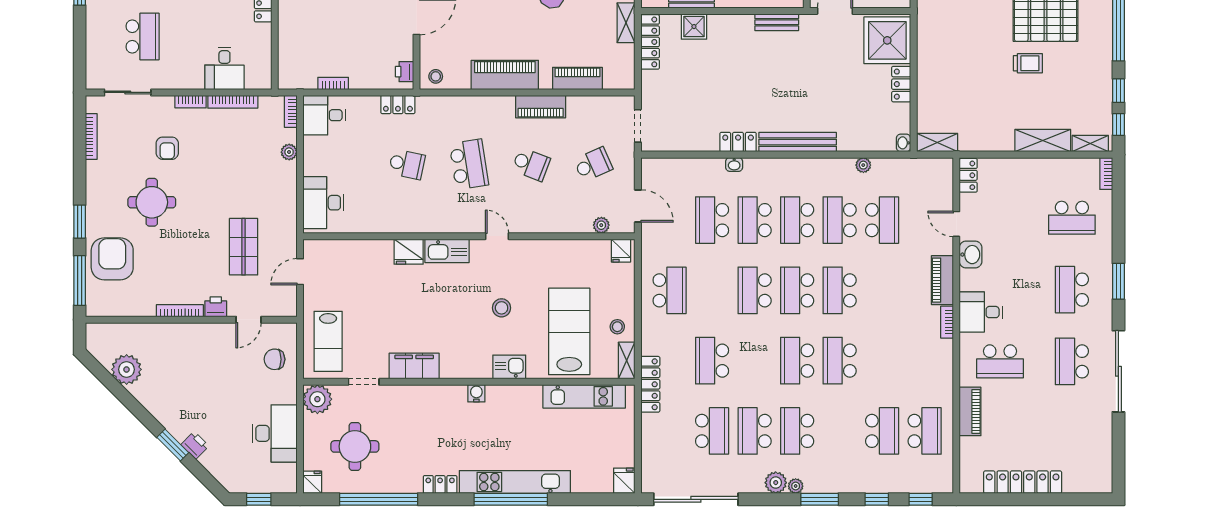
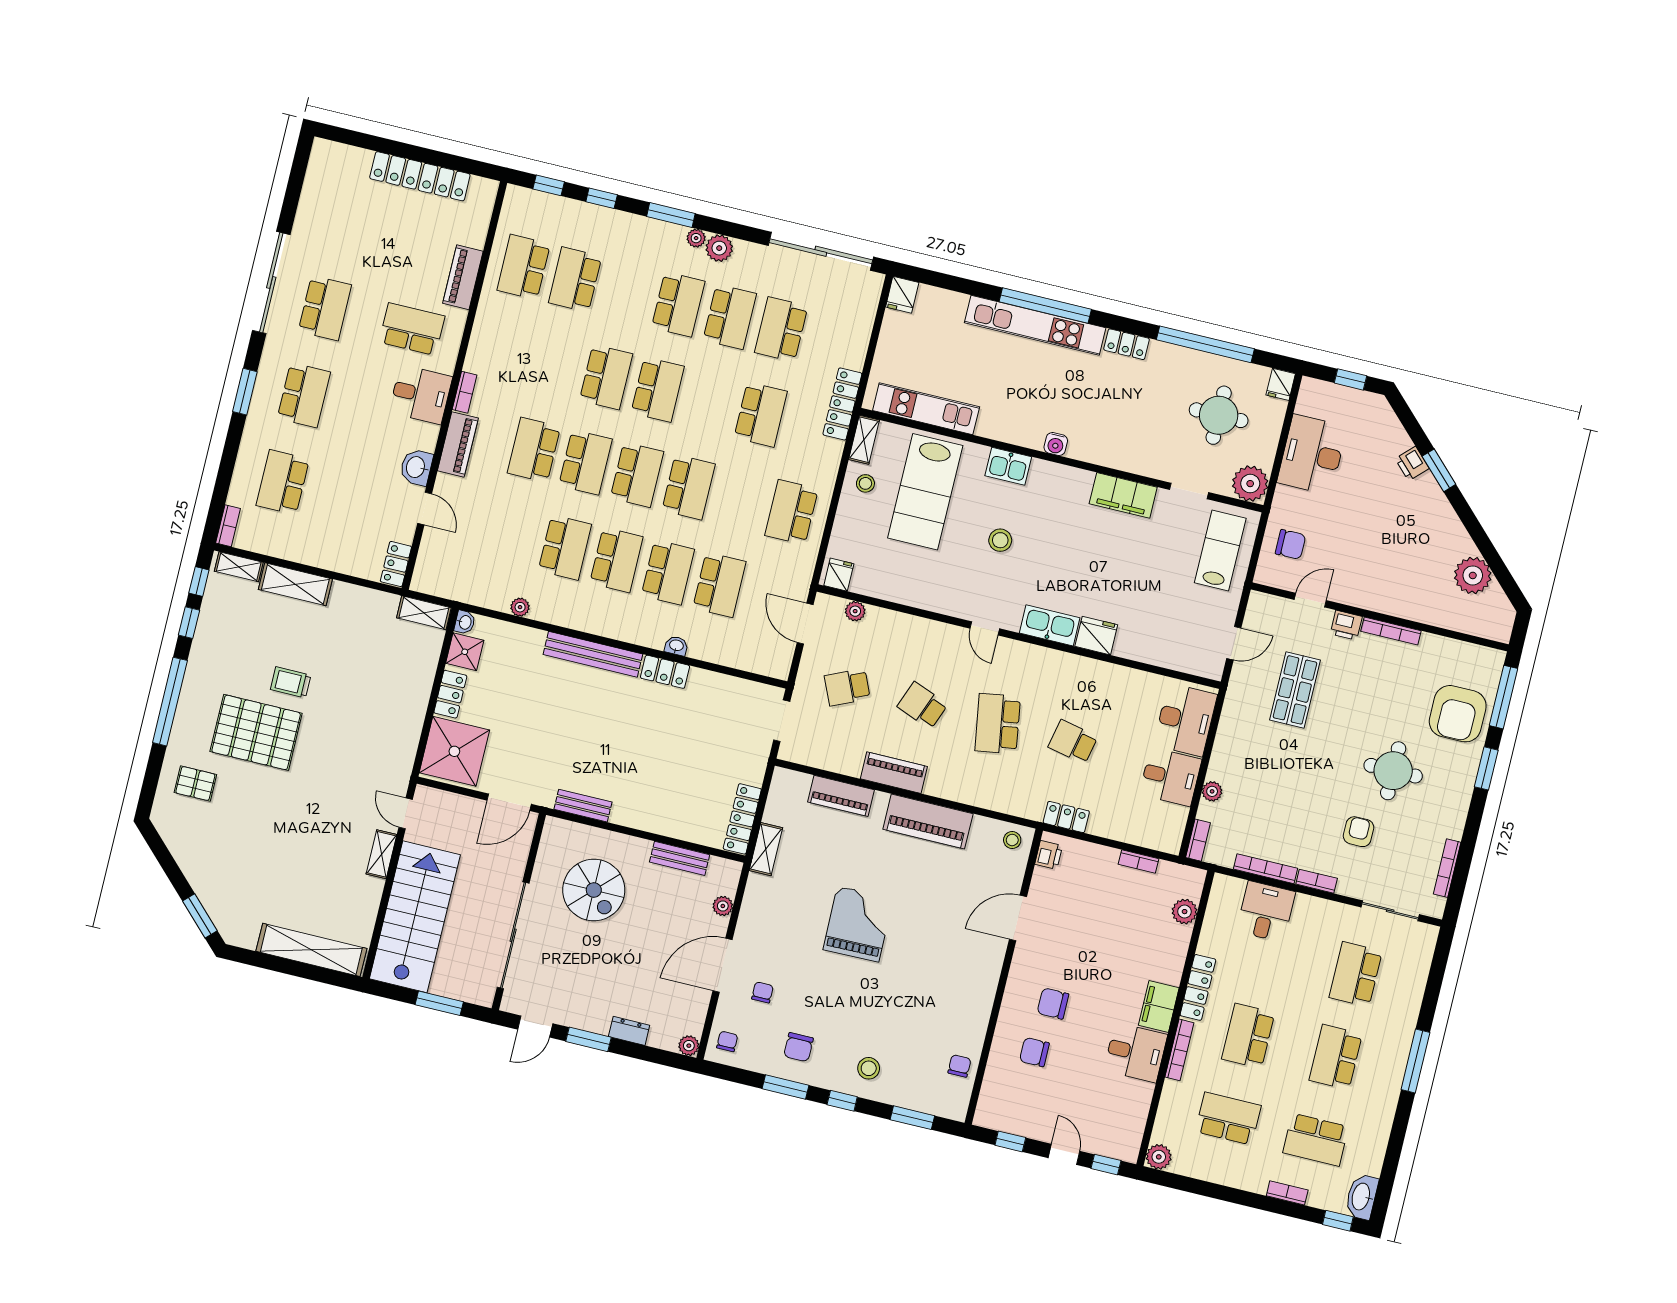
shower: (694, 27) -> (465, 652), moved
plant: (288, 53) -> (1185, 912), added
desk: (324, 115) -> (1170, 777), moved
school desk: (1072, 218) -> (283, 482), turned -90
school desk: (882, 220) -> (534, 450), moved

